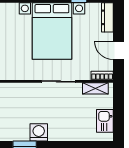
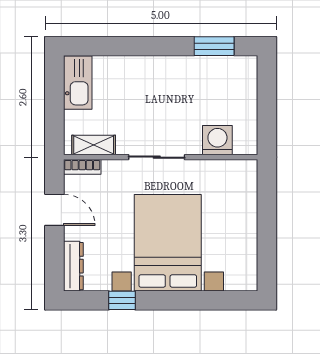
kitchen sink: (105, 121) -> (78, 83), width x1.38
washing machine: (39, 132) -> (217, 140), moved, turned 180

